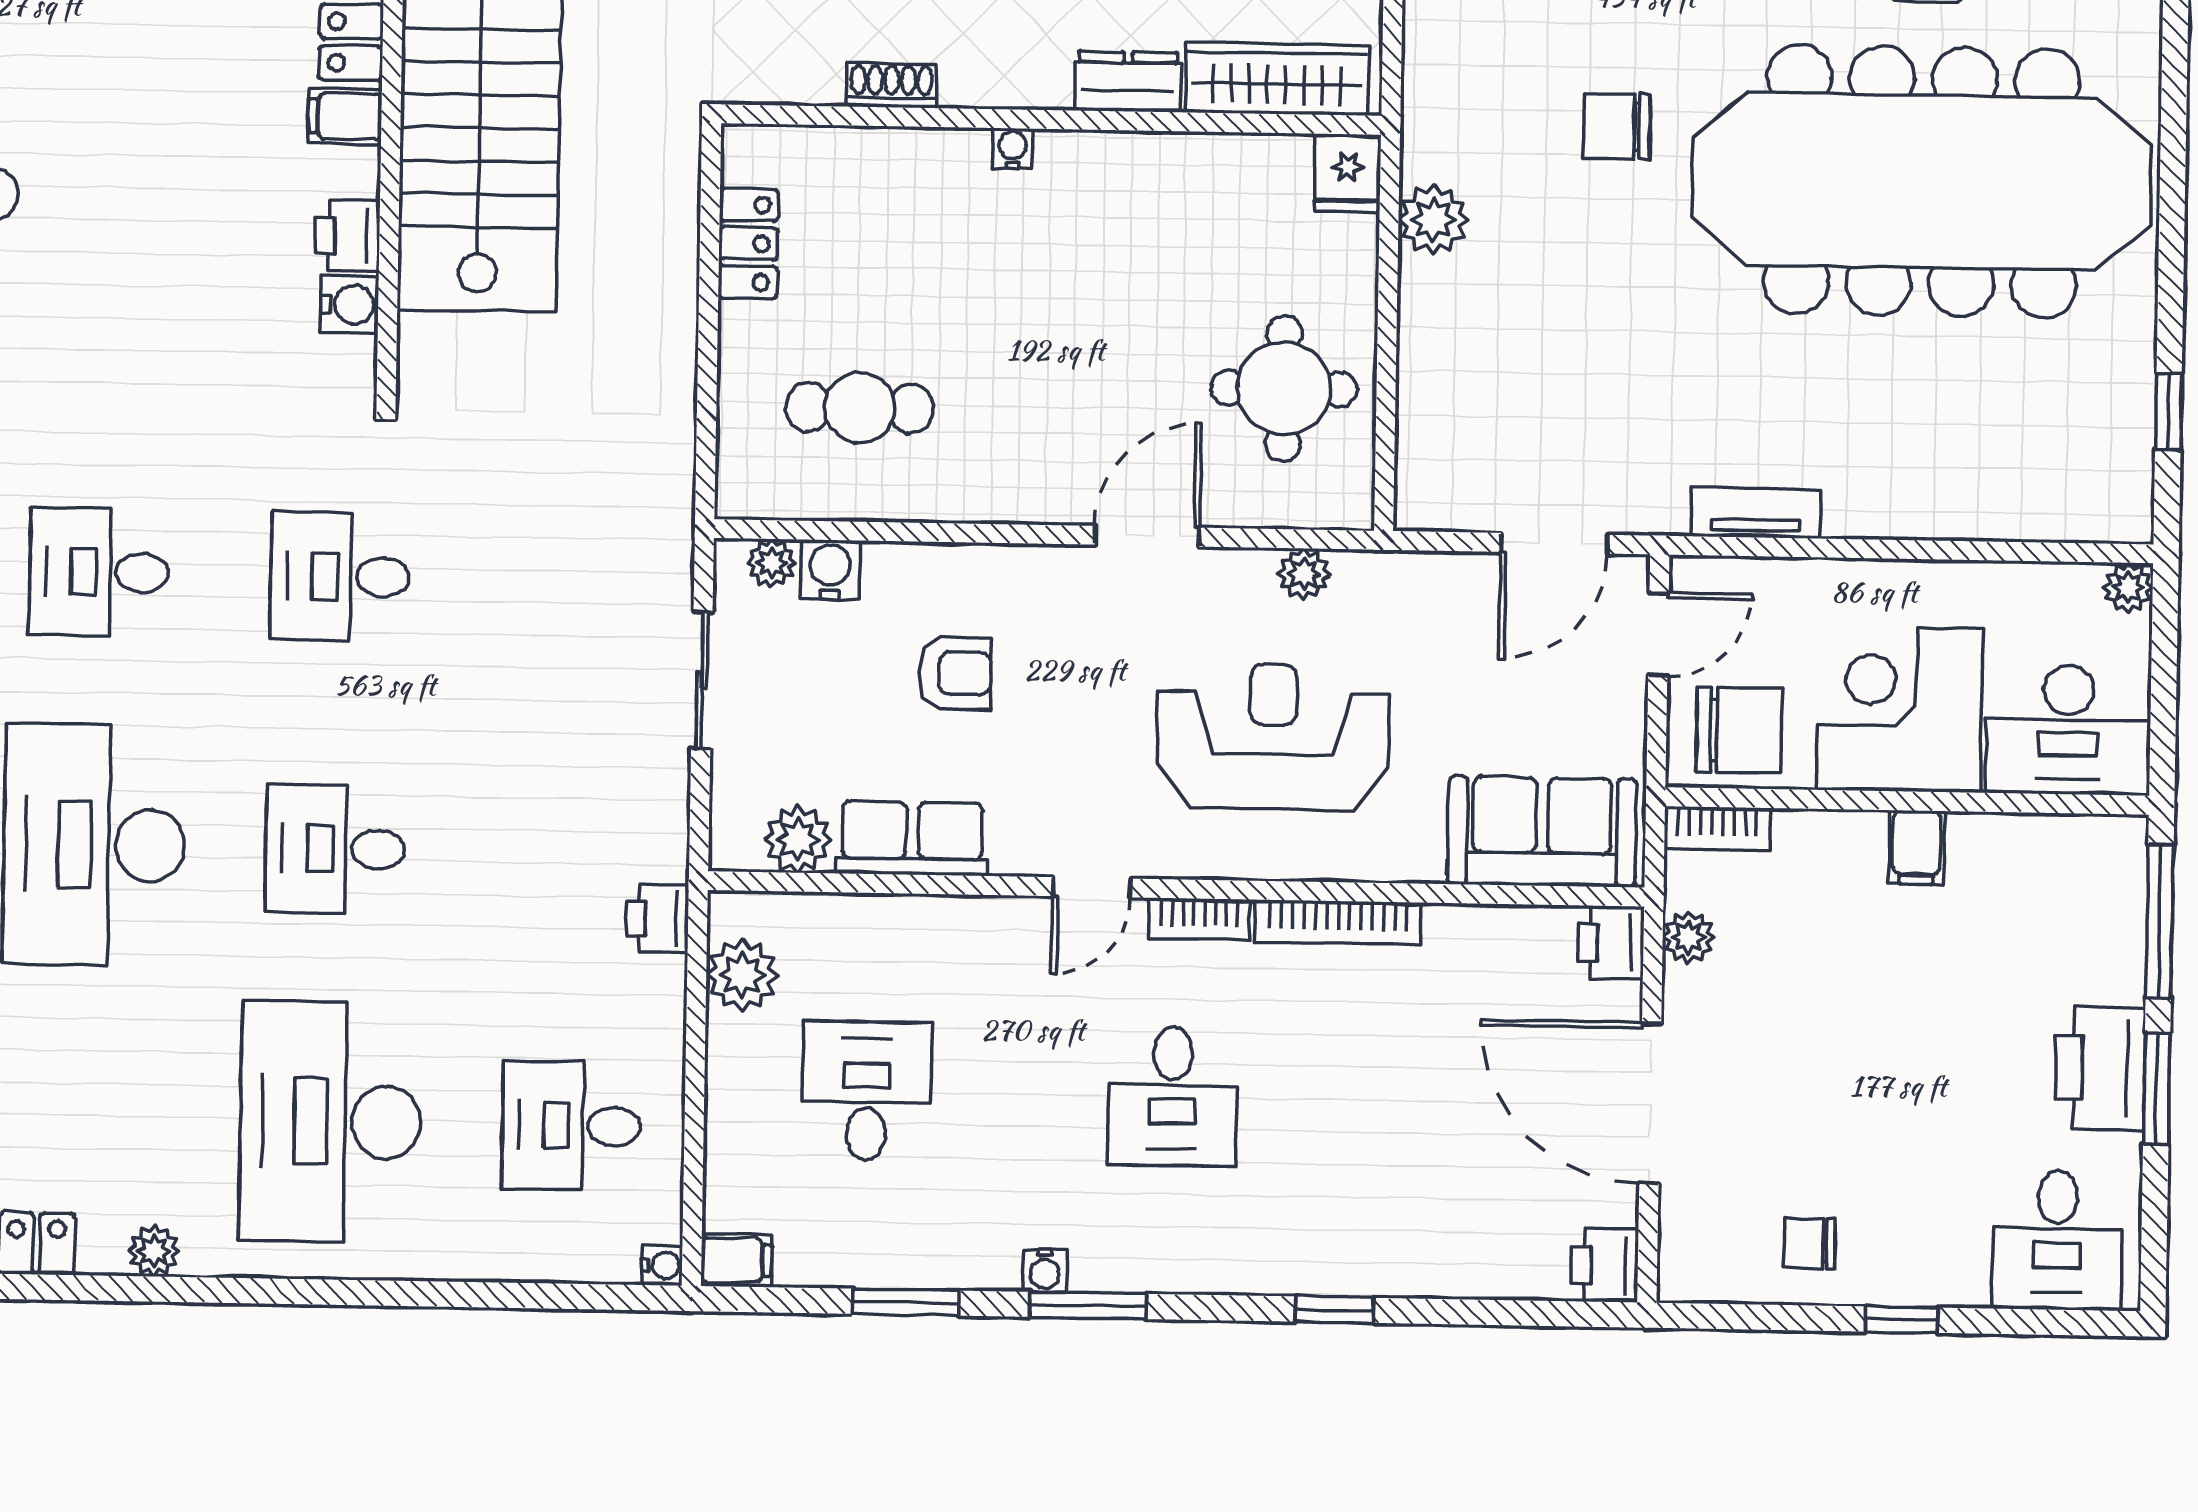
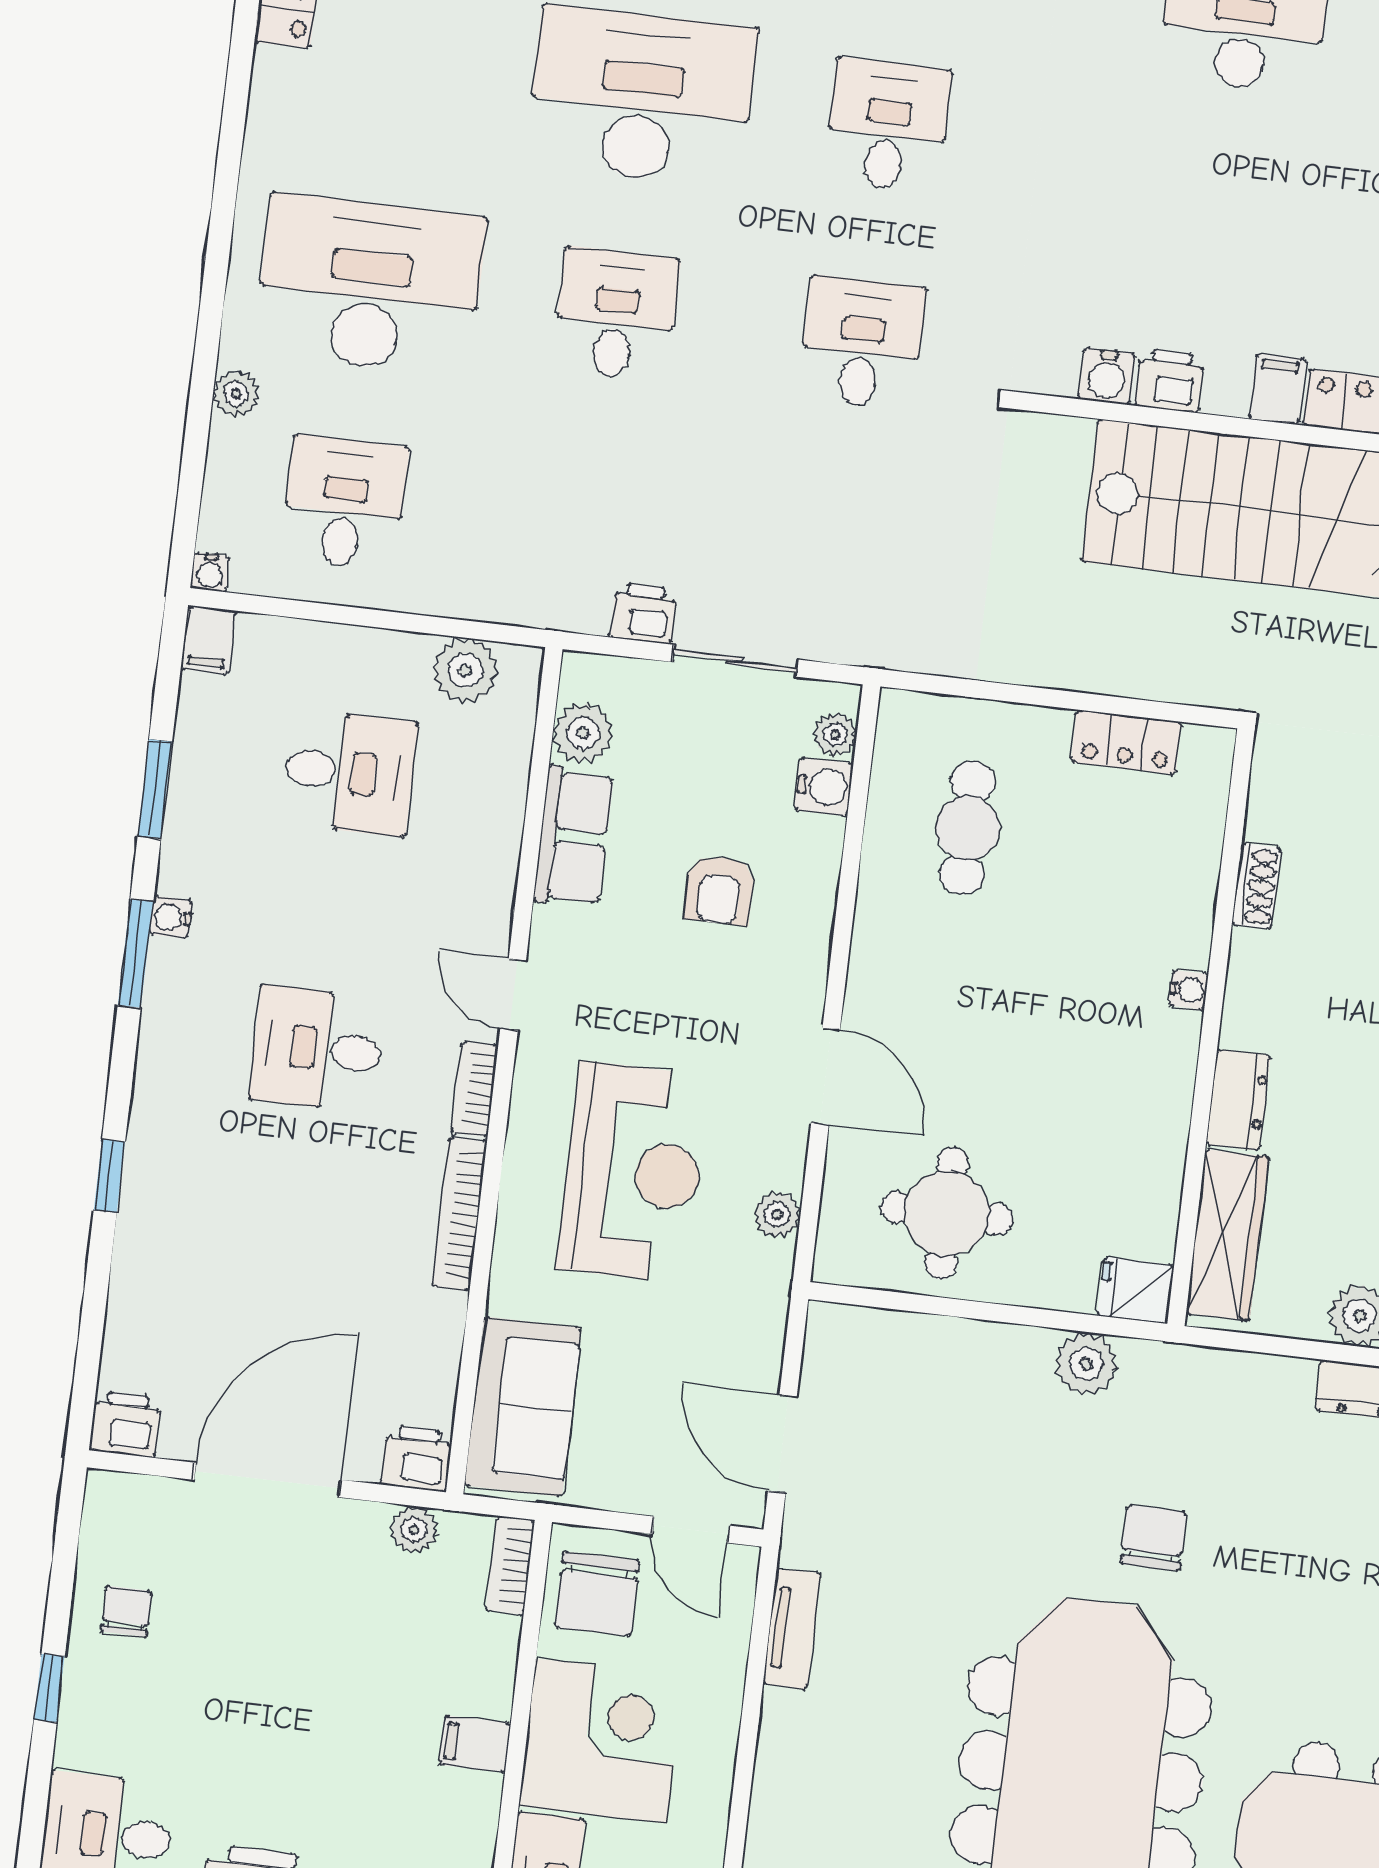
printer: (657, 918) -> (644, 613), moved
plant: (154, 1251) -> (236, 394), moved

